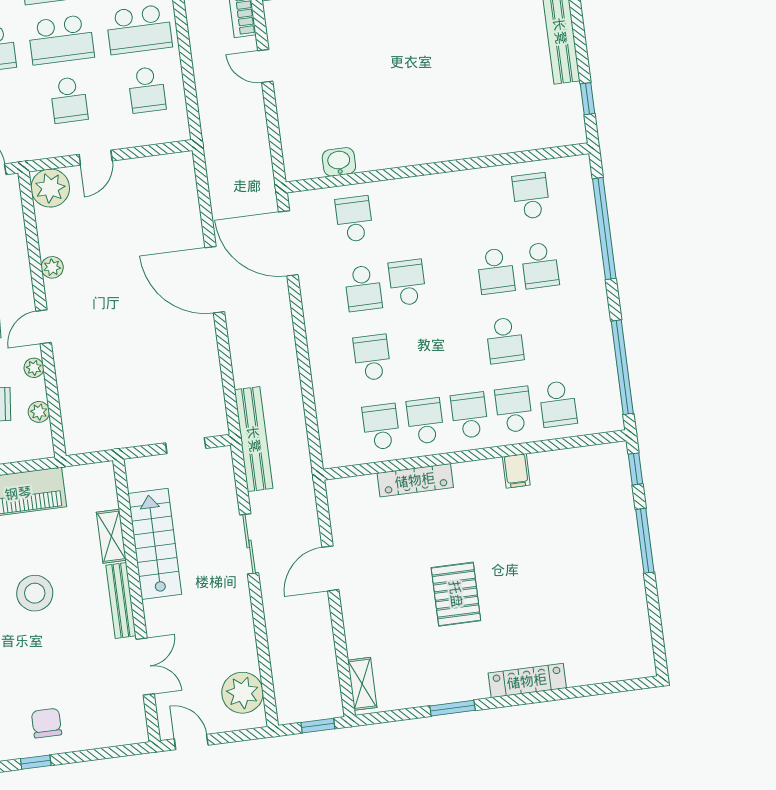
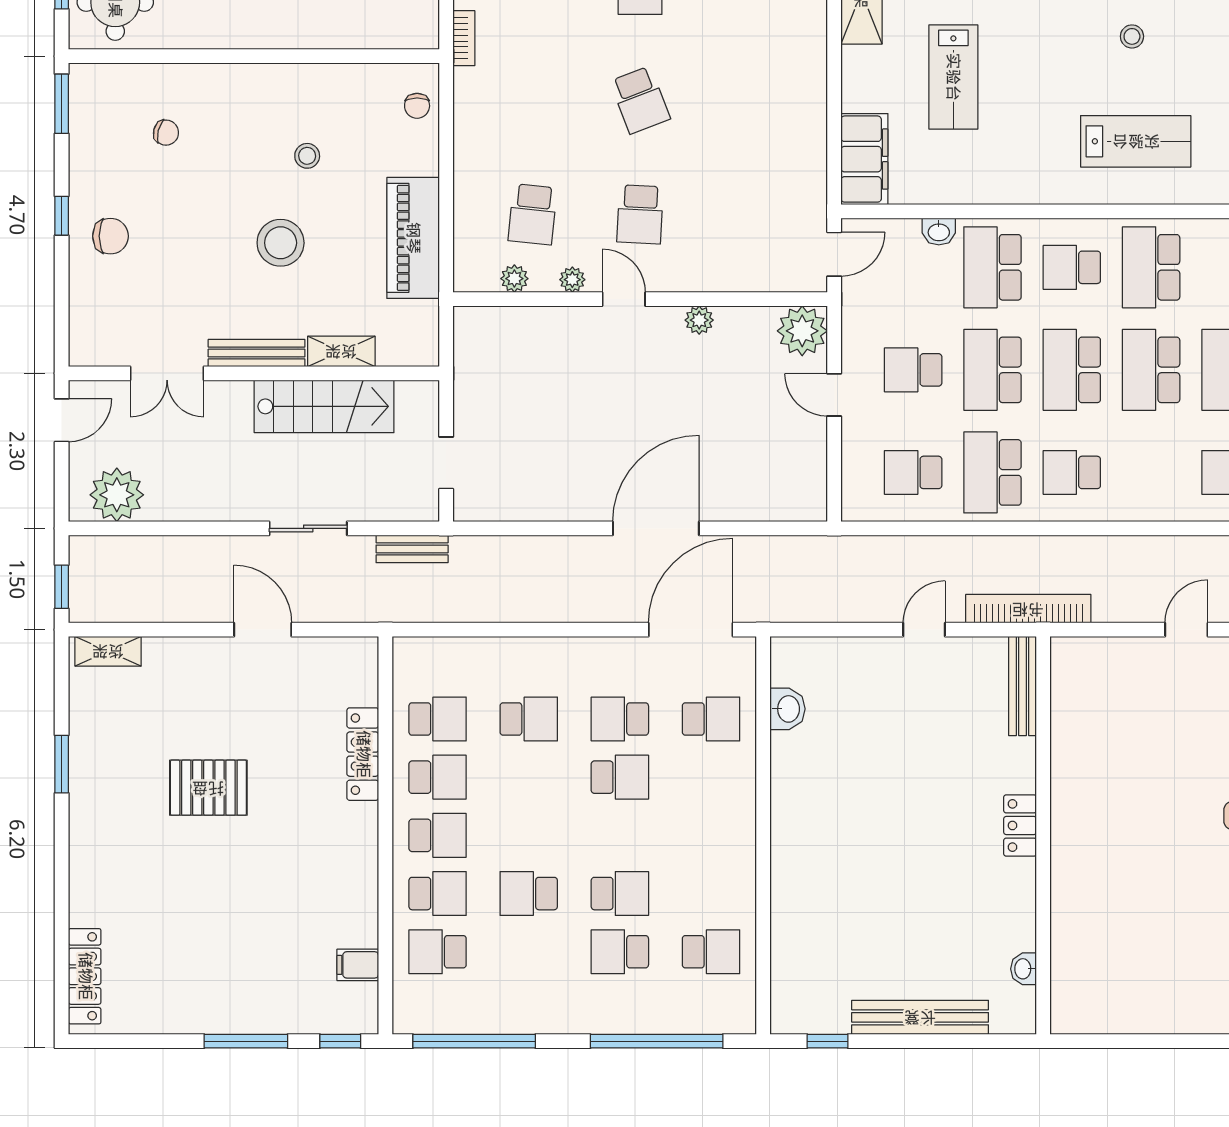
school desk: (496, 271) -> (620, 894), turned 180
bench: (254, 439) -> (412, 549), width x0.54, depth x0.82
filing cabinet: (516, 471) -> (358, 965), moved
locker: (527, 681) -> (85, 976), moved

